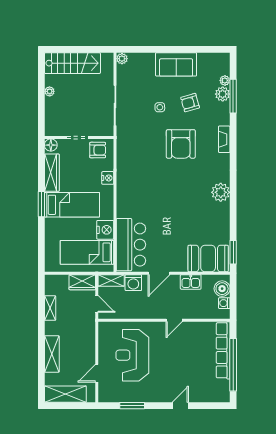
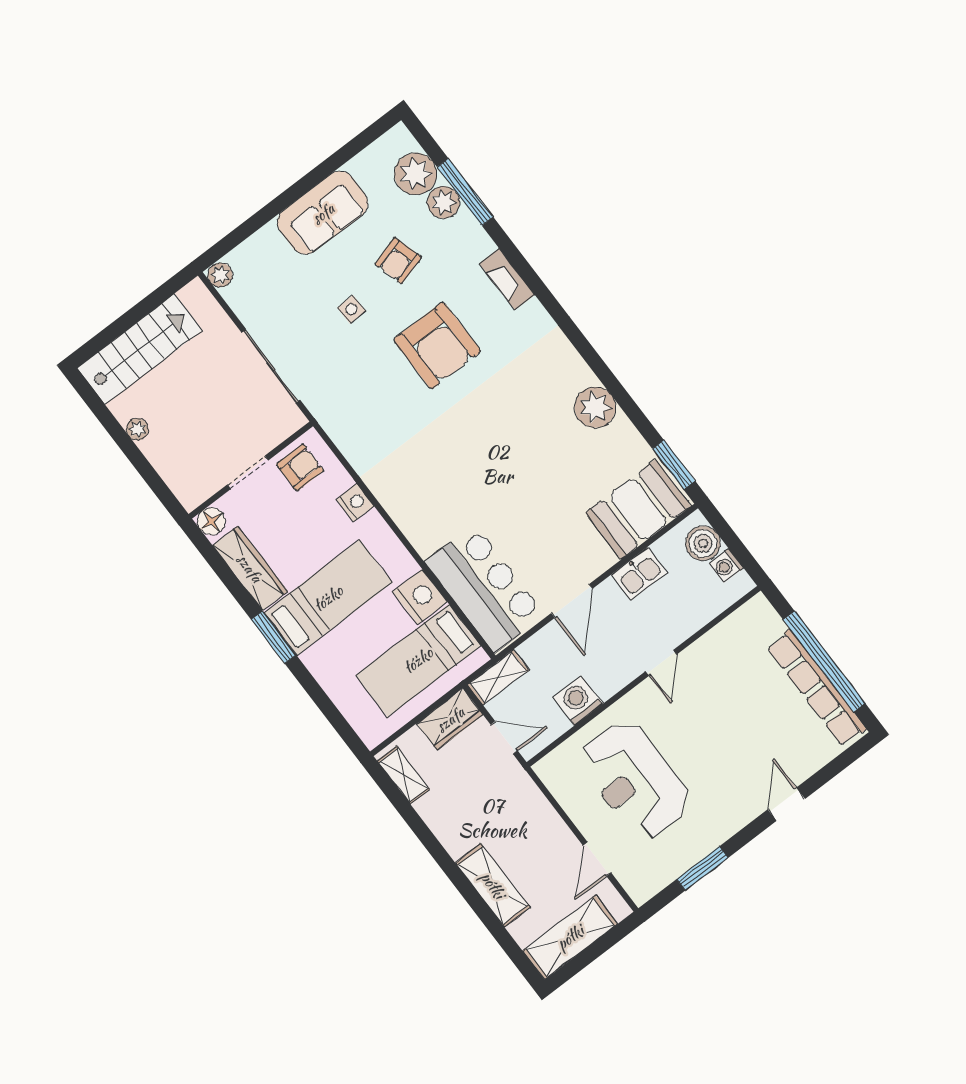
plant: (225, 80) -> (416, 174), width x1.88, depth x1.88
plant: (221, 192) -> (595, 407), moved
washing machine: (133, 283) -> (578, 701), moved, turned 180
shelving: (50, 308) -> (404, 775), moved
row of seats: (223, 350) -> (816, 688), moved

